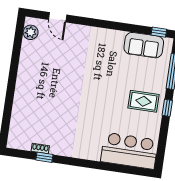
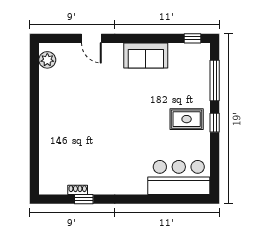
door: (58, 17) -> (91, 38), moved
sofa: (144, 45) -> (146, 55), moved

